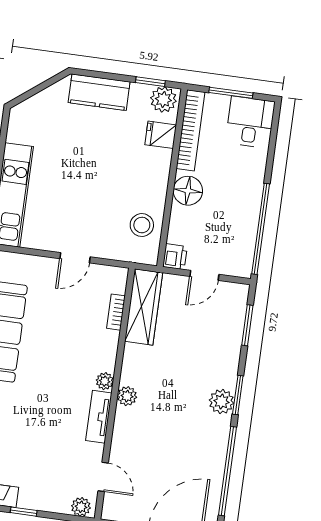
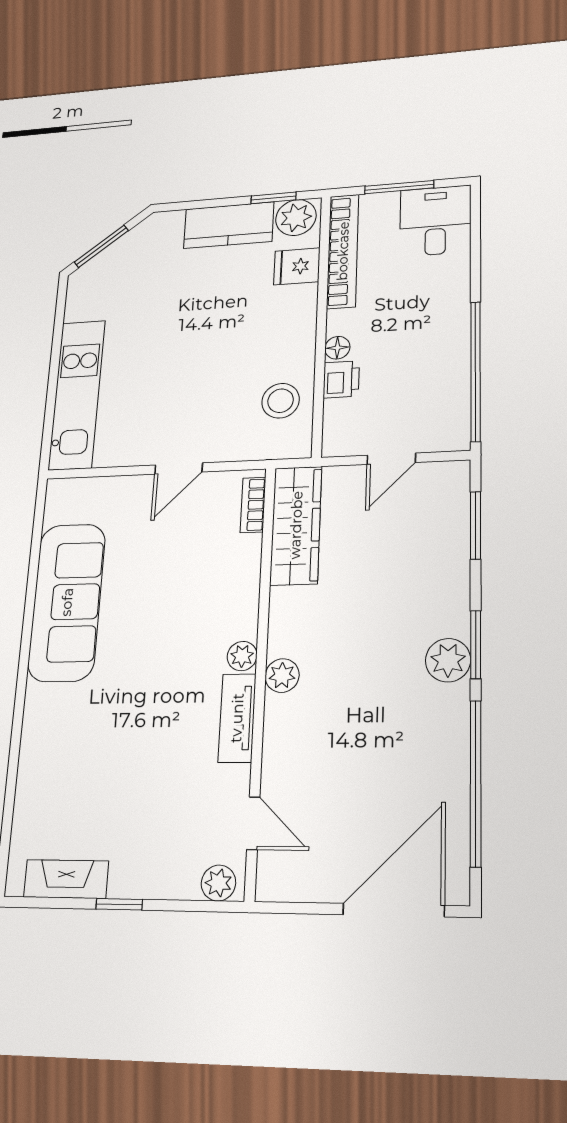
window: (34, 91) -> (101, 246), added
kitchen counter: (99, 92) -> (229, 225), moved
floor lamp: (188, 191) -> (337, 348), width x0.53, depth x0.53
printer: (175, 257) -> (341, 379), moved
bookcase: (116, 312) -> (253, 505), moved

